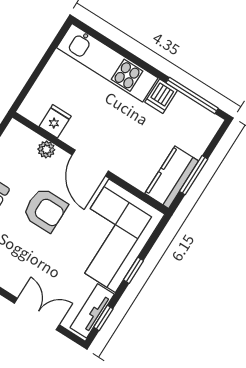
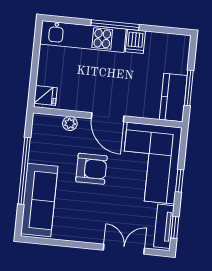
window: (192, 95) -> (115, 25), moved
fridge: (55, 121) -> (45, 96), moved, turned 90

